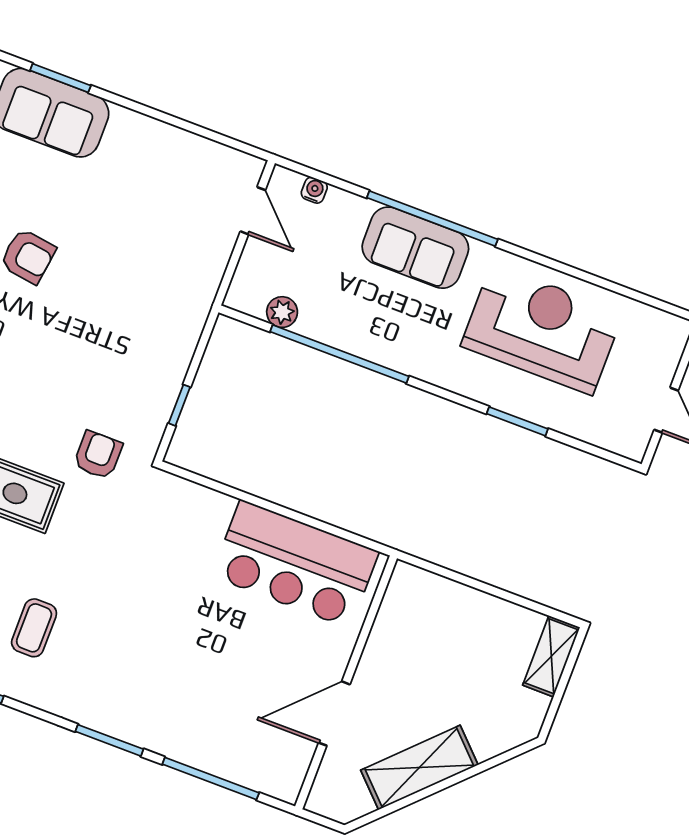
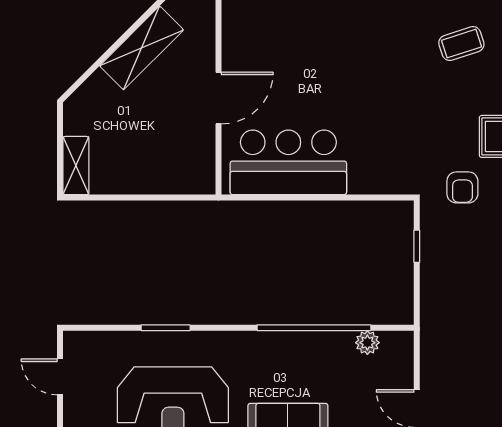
coffee table: (34, 628) -> (461, 44), turned 72
door: (334, 714) -> (219, 98), moved

